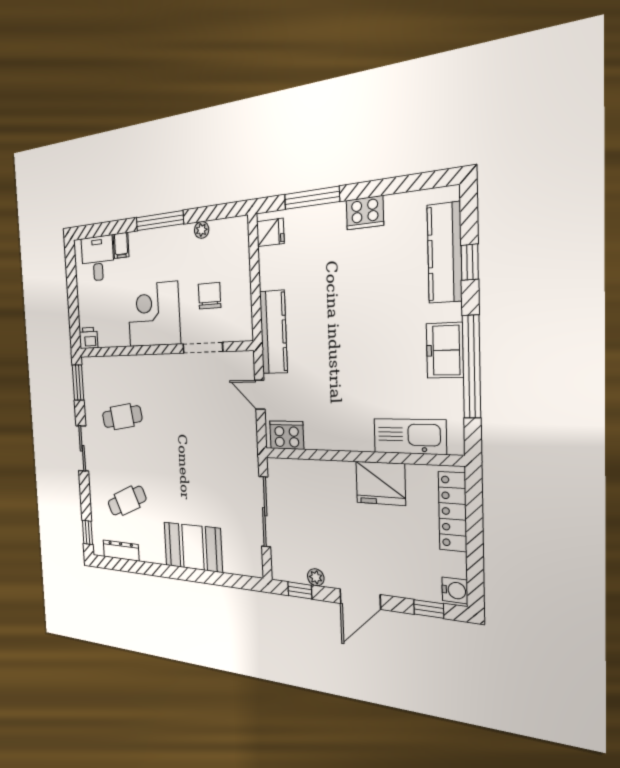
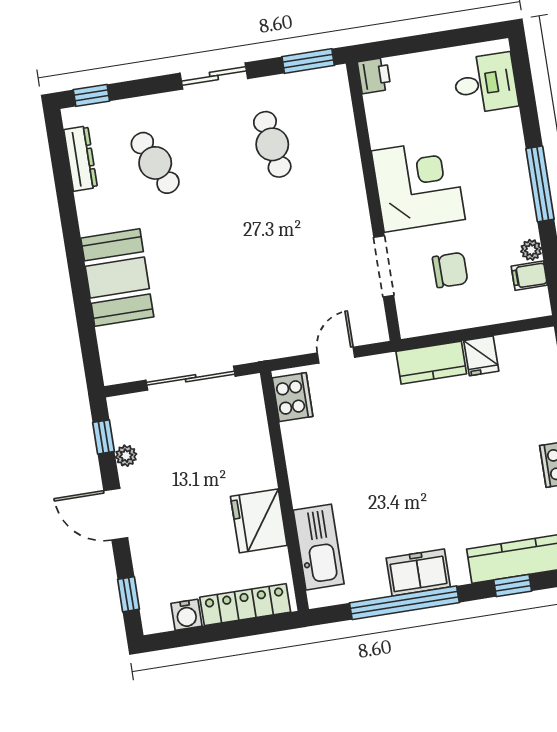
fridge: (270, 232) -> (481, 356), moved
filing cabinet: (121, 245) -> (529, 276), moved
kitchen counter: (273, 332) -> (431, 363), width x0.67
water cooler: (455, 590) -> (186, 615), moved

